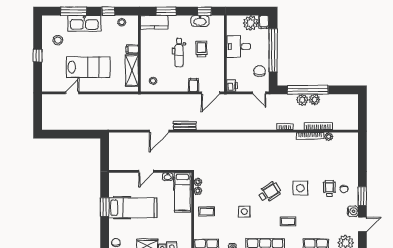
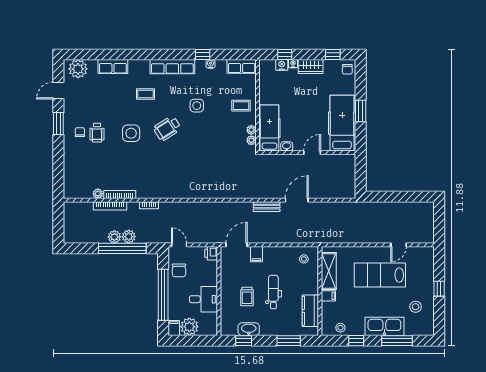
kitchen counter: (154, 22) -> (310, 311), moved, turned -90
hospital bed: (133, 208) -> (342, 123), moved, turned 90
water cooler: (353, 211) -> (70, 106), removed

